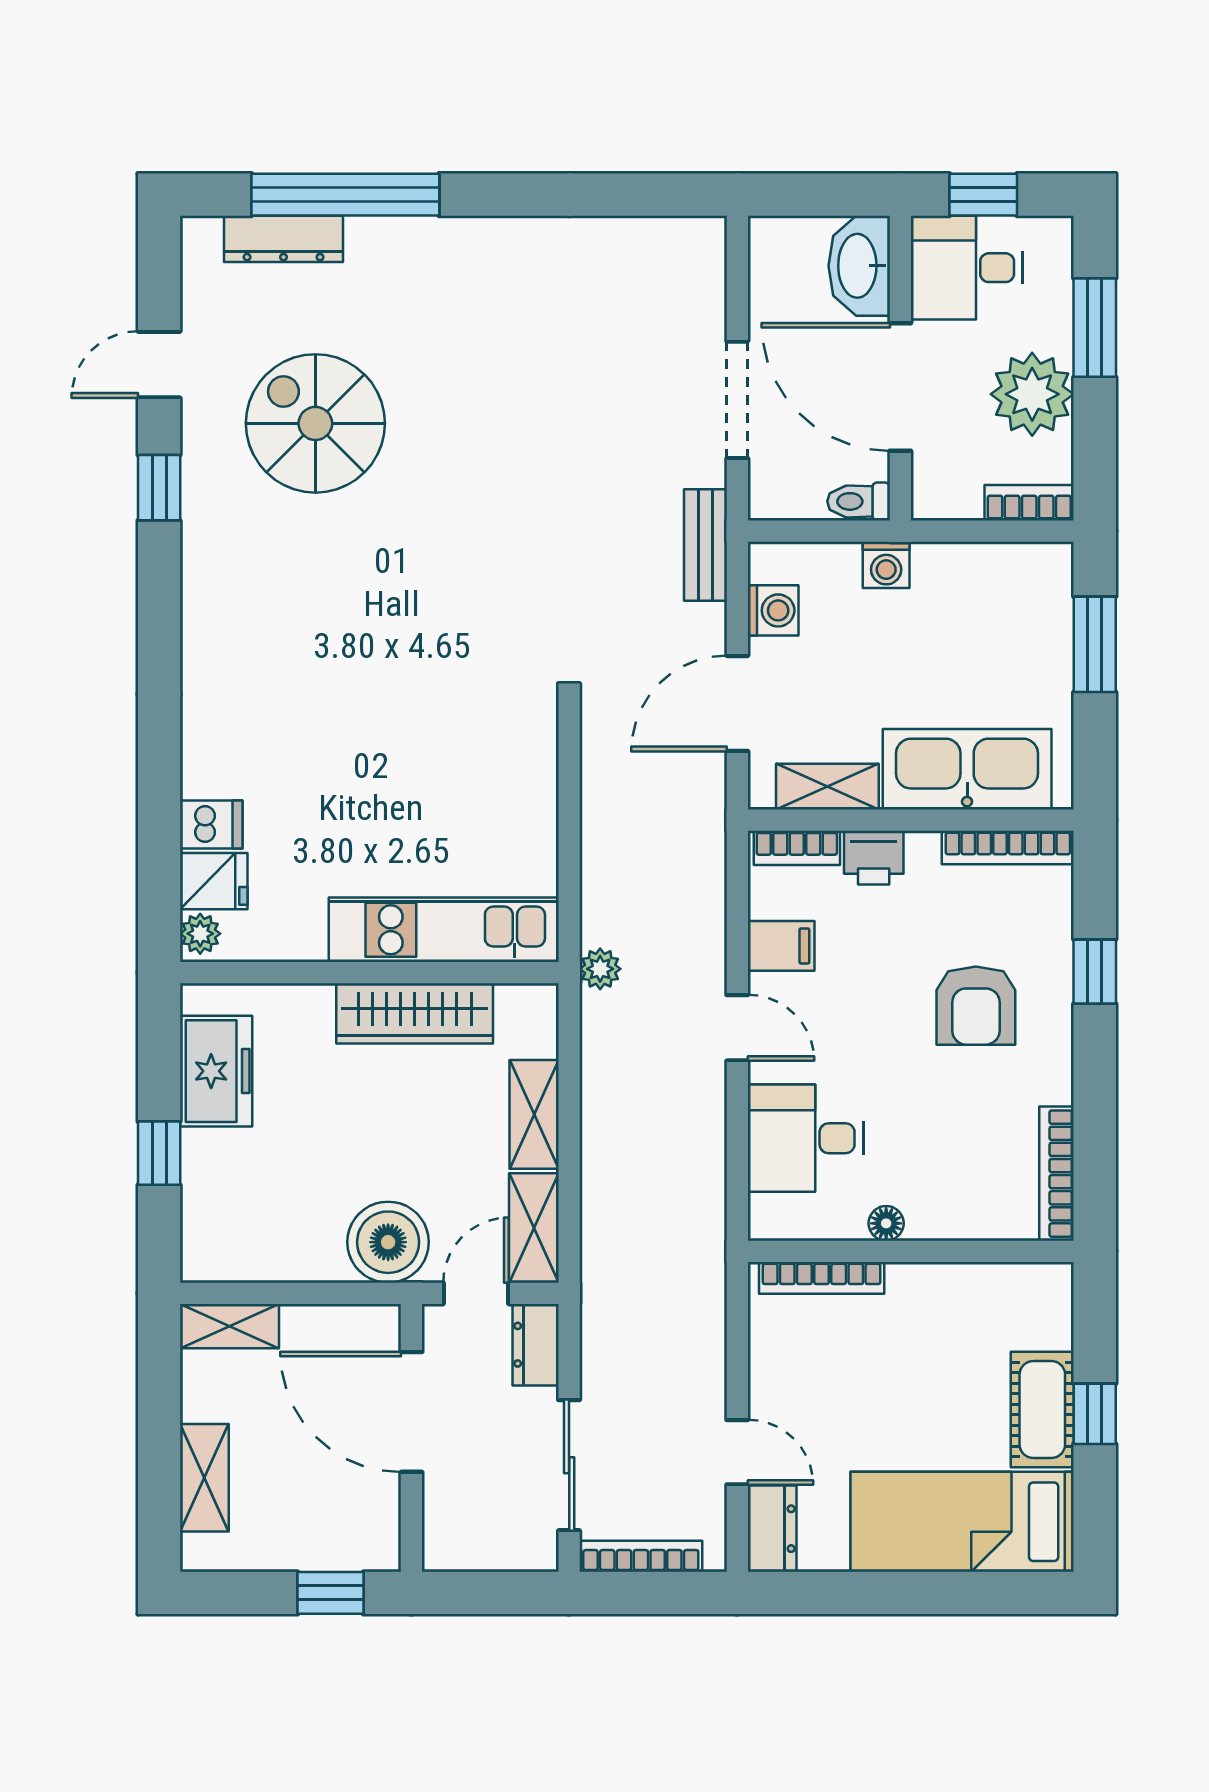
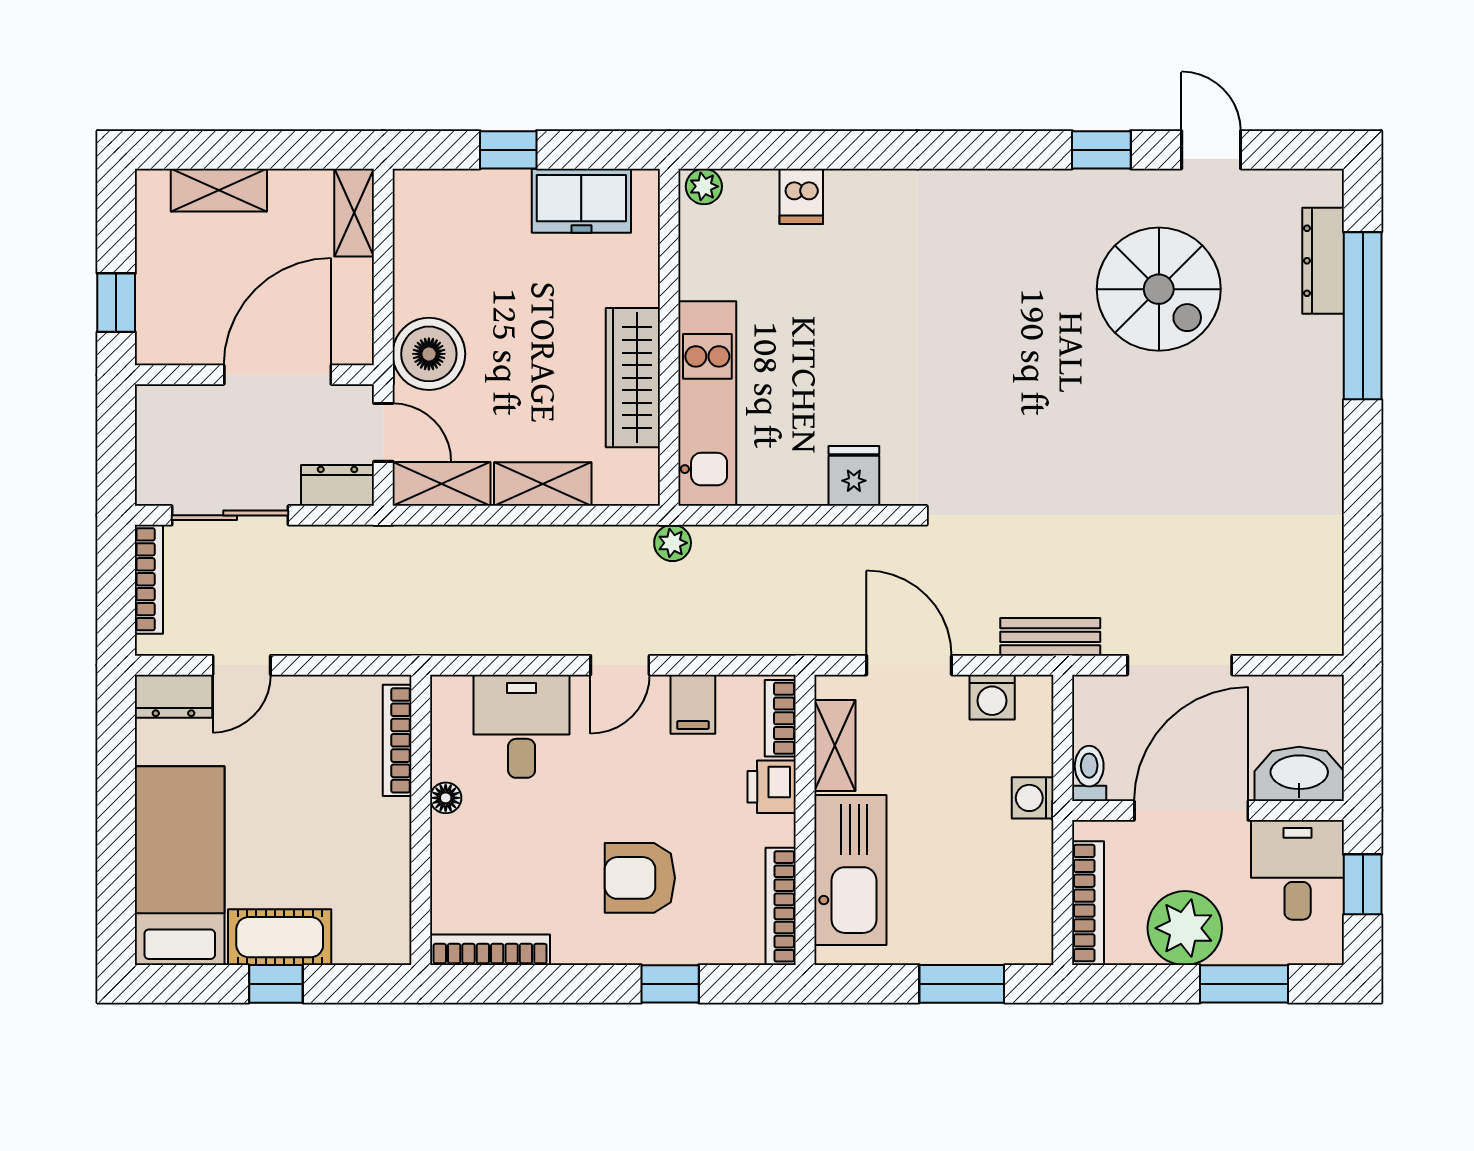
spiral stairs: (315, 423) -> (1159, 289), turned 90
bookcase: (1029, 503) -> (1088, 903), width x1.56
fridge: (214, 881) -> (854, 476), moved, turned 180

